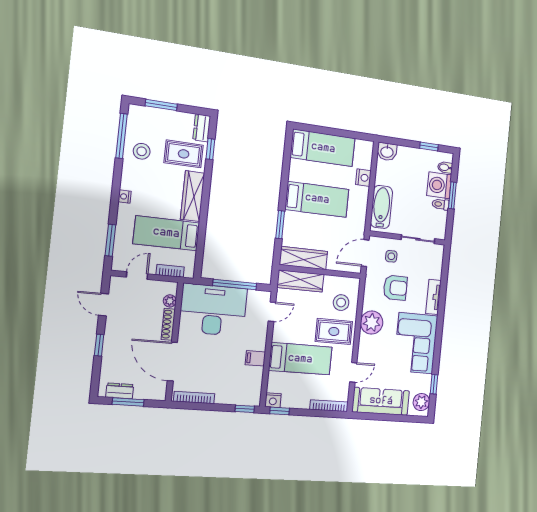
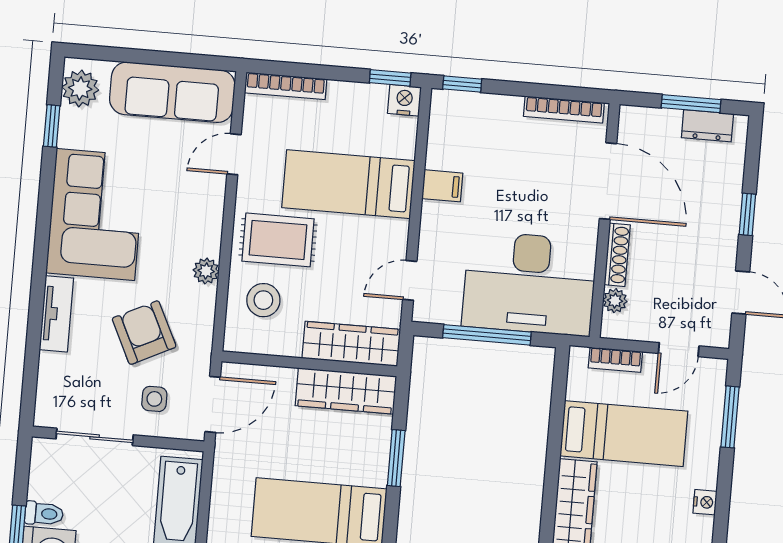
armchair: (395, 288) -> (144, 333), turned 64
plant: (372, 323) -> (206, 271), width x0.53, depth x0.53

